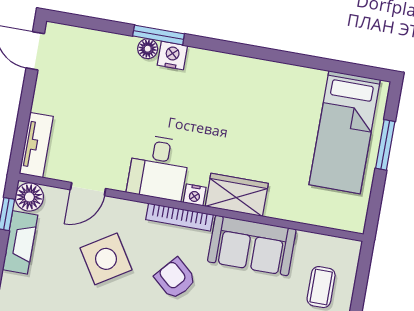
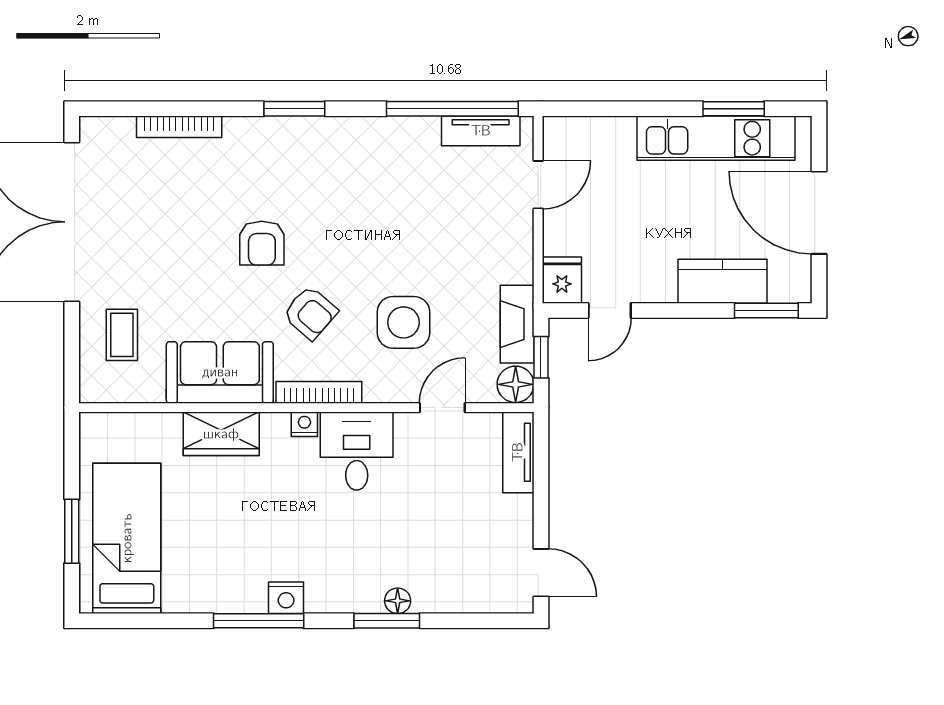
window: (256, 52) -> (259, 621), added
nightstand: (172, 55) -> (286, 598), moved
wardrobe: (237, 195) -> (221, 434), moved
side table: (106, 259) -> (403, 322), turned 32

